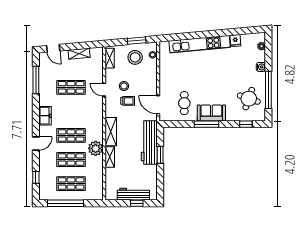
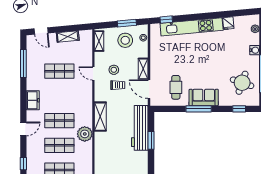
window: (175, 37) -> (166, 20), added
shelving: (110, 157) -> (143, 69), moved

